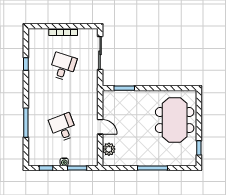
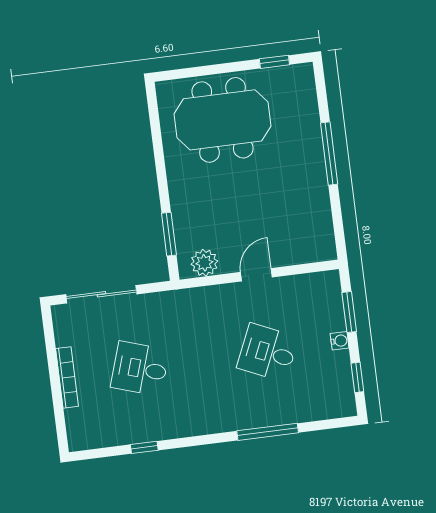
desk: (63, 127) -> (268, 352), turned 45
plant: (109, 149) -> (204, 263), moved

